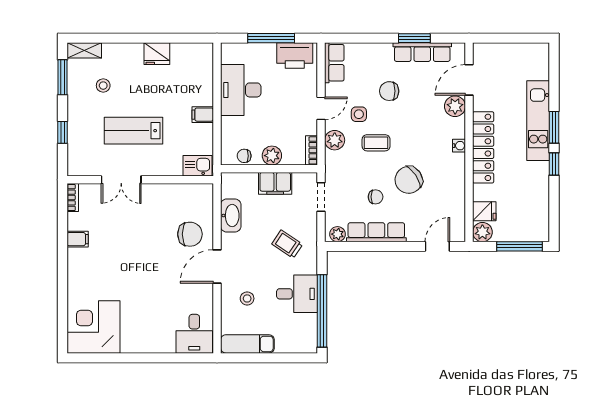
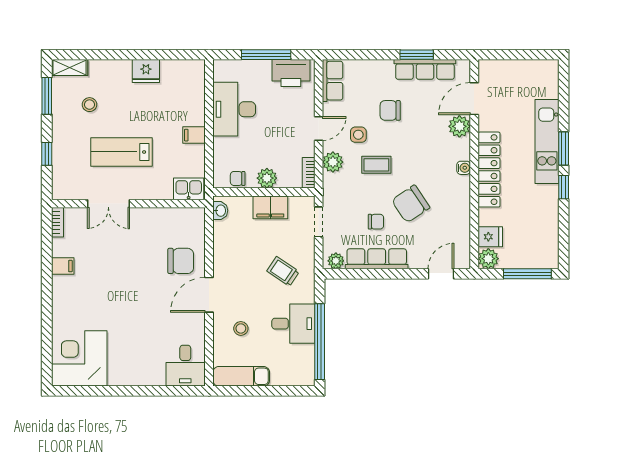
washbasin: (231, 216) -> (220, 211), moved, width x0.52, depth x0.69

